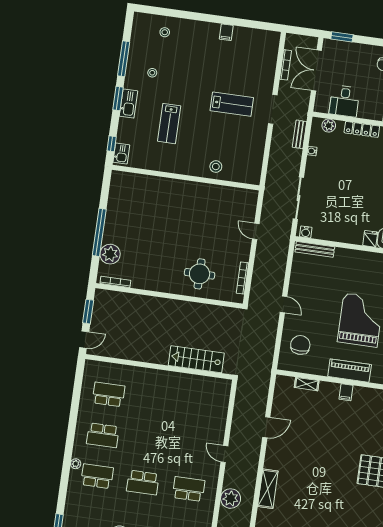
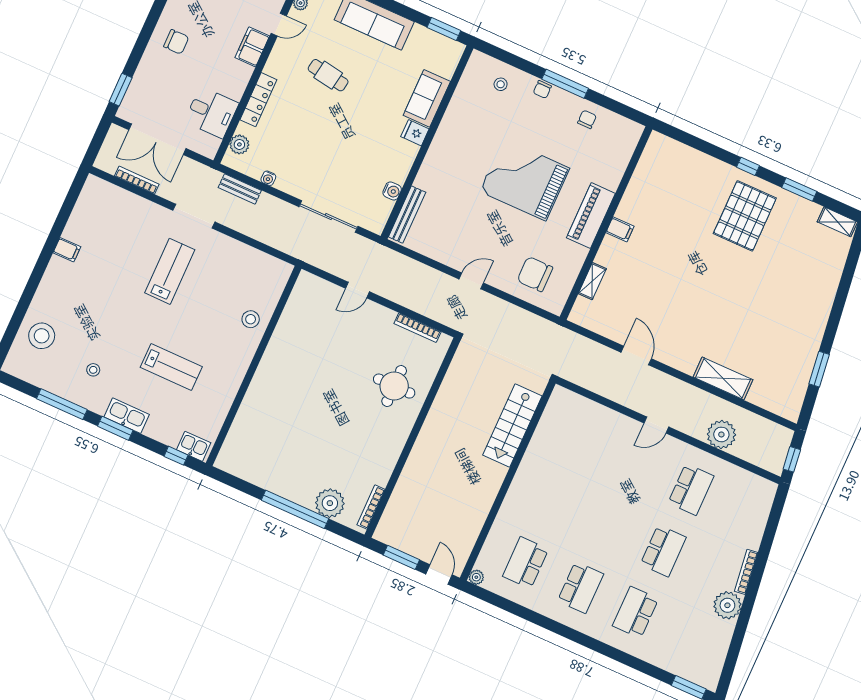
stool: (165, 32) -> (42, 336), width x1.89, depth x1.89
water cooler: (306, 232) -> (392, 191), moved
plant: (76, 464) -> (476, 577), moved
school desk: (189, 489) -> (691, 489), turned 180

